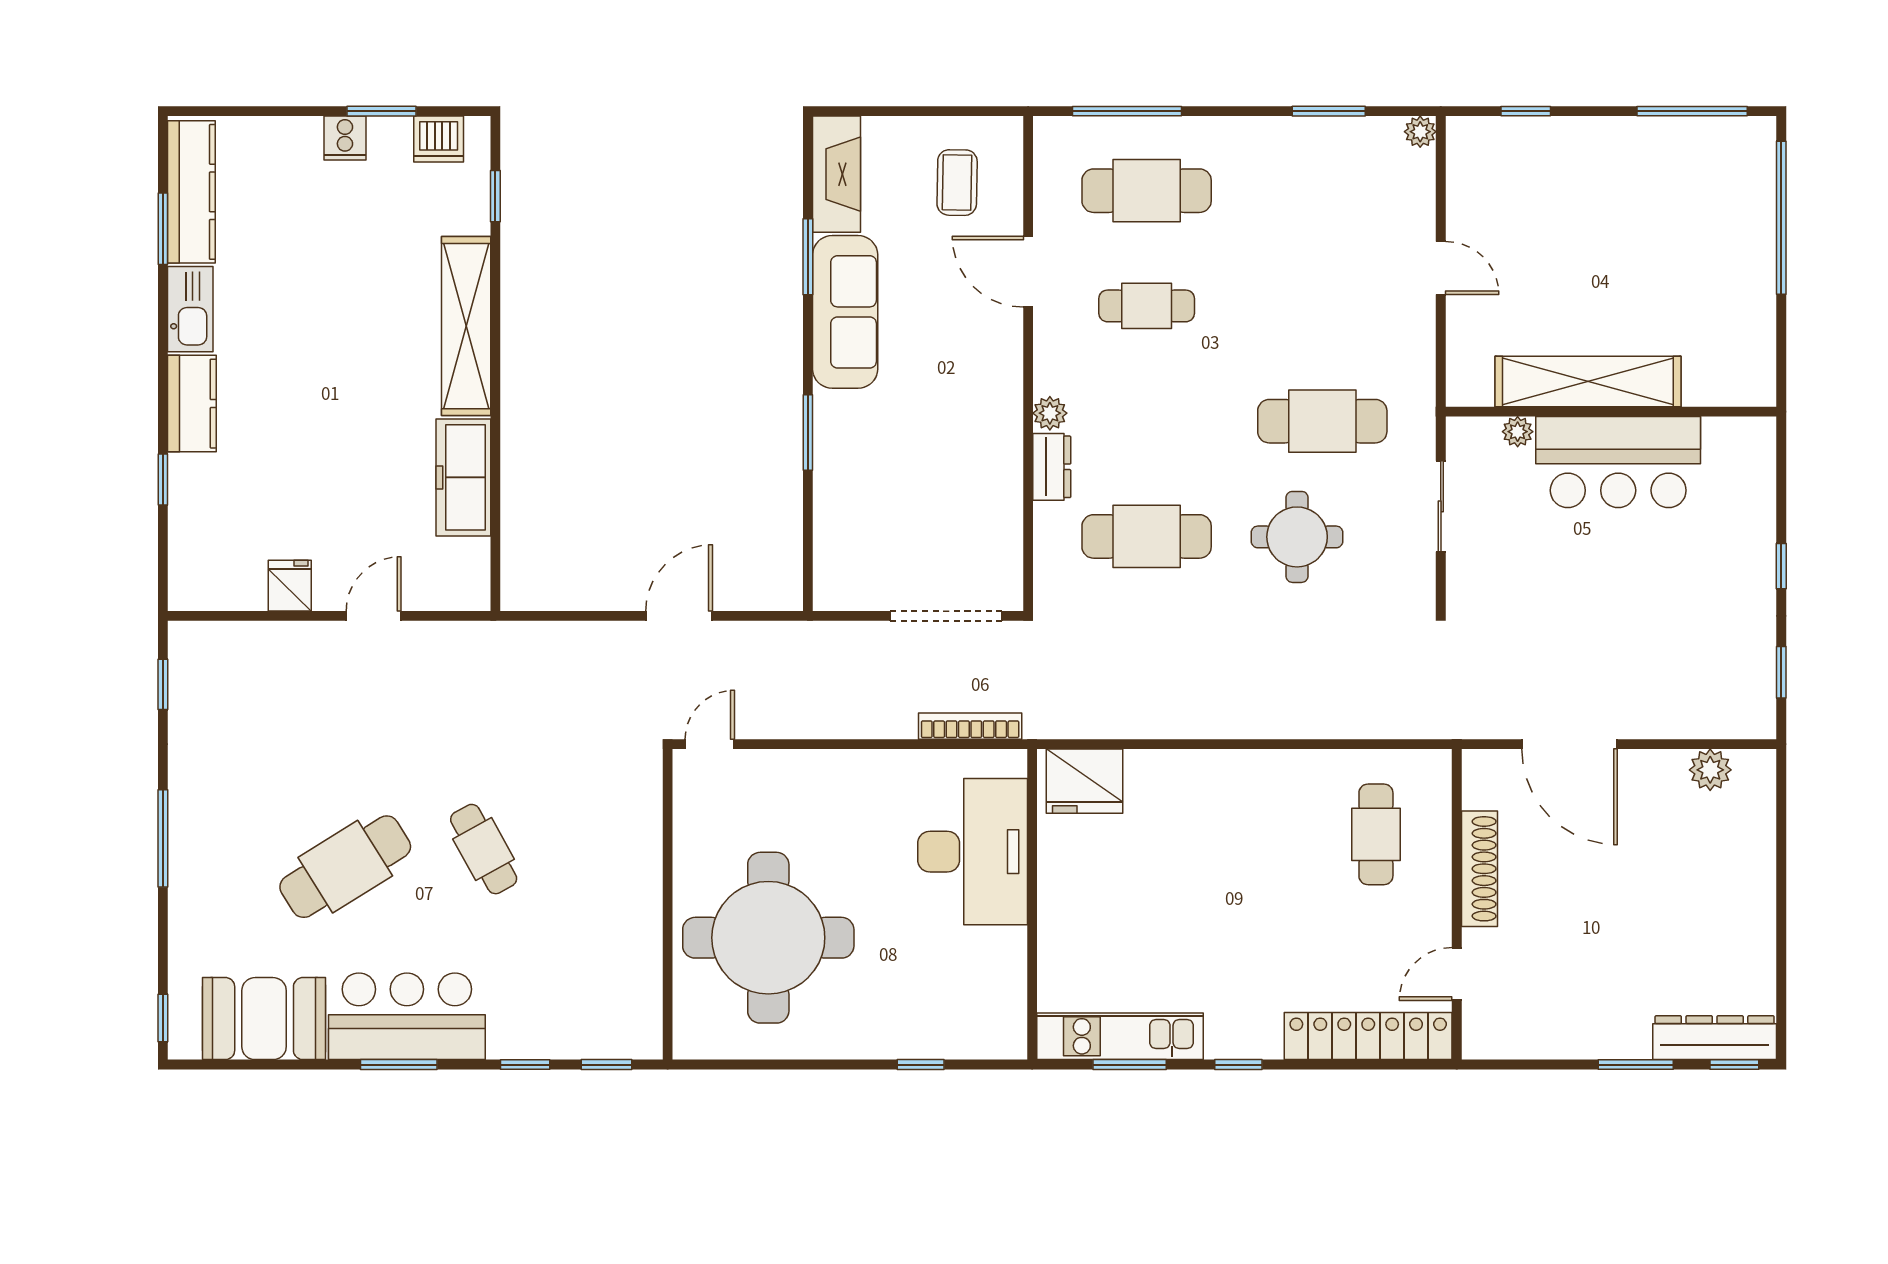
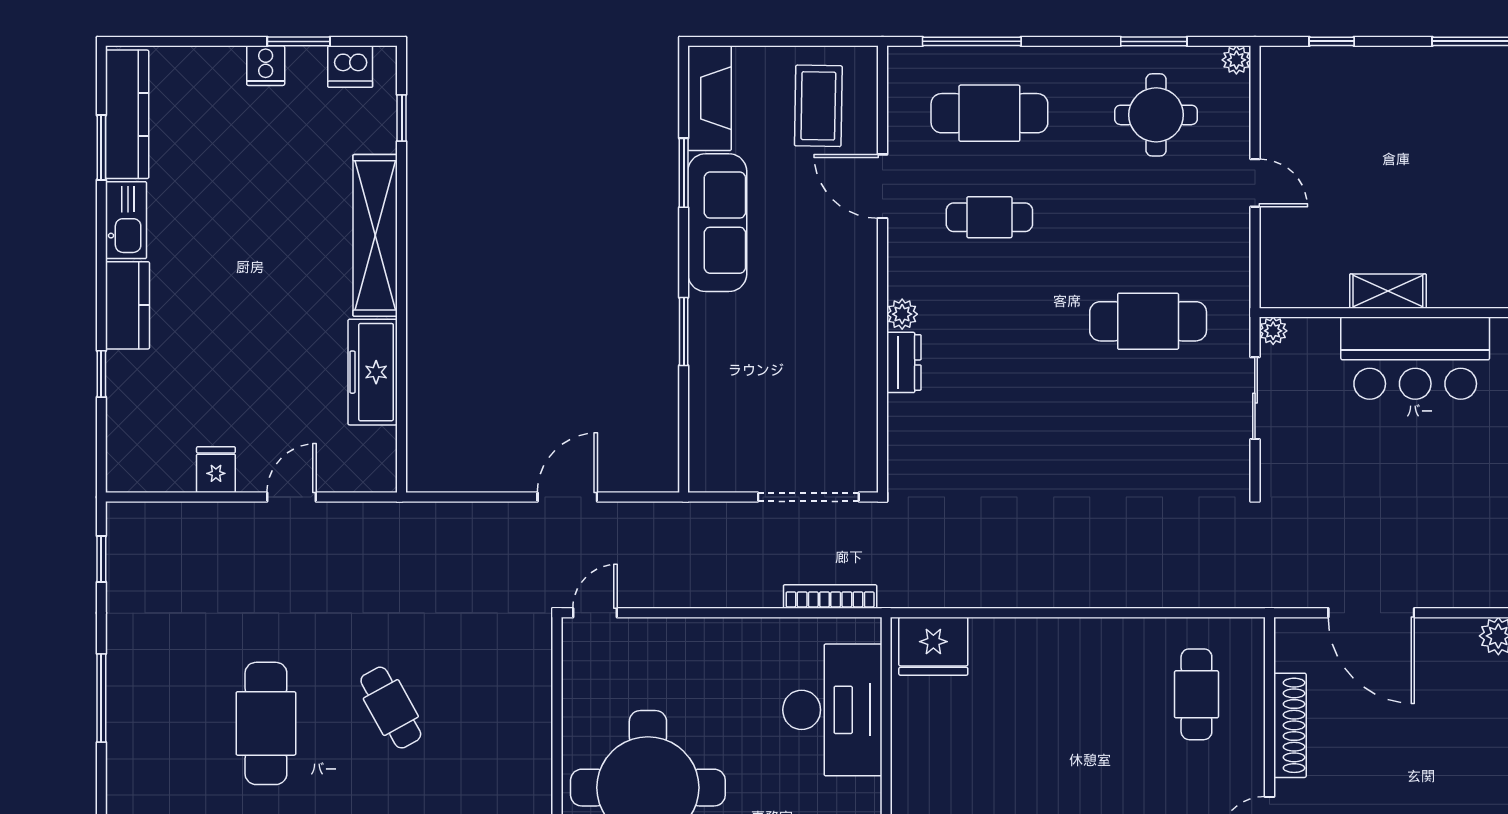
coffee table: (957, 183) -> (818, 106), width x1.36, depth x1.30
shelving: (1588, 381) -> (1388, 291), width x0.45, depth x0.75
plant: (1518, 432) -> (1273, 331), moved
cafe table: (1147, 536) -> (989, 425), removed
round table: (1297, 537) -> (1156, 115), moved
cafe table: (345, 867) -> (266, 723), turned -58

